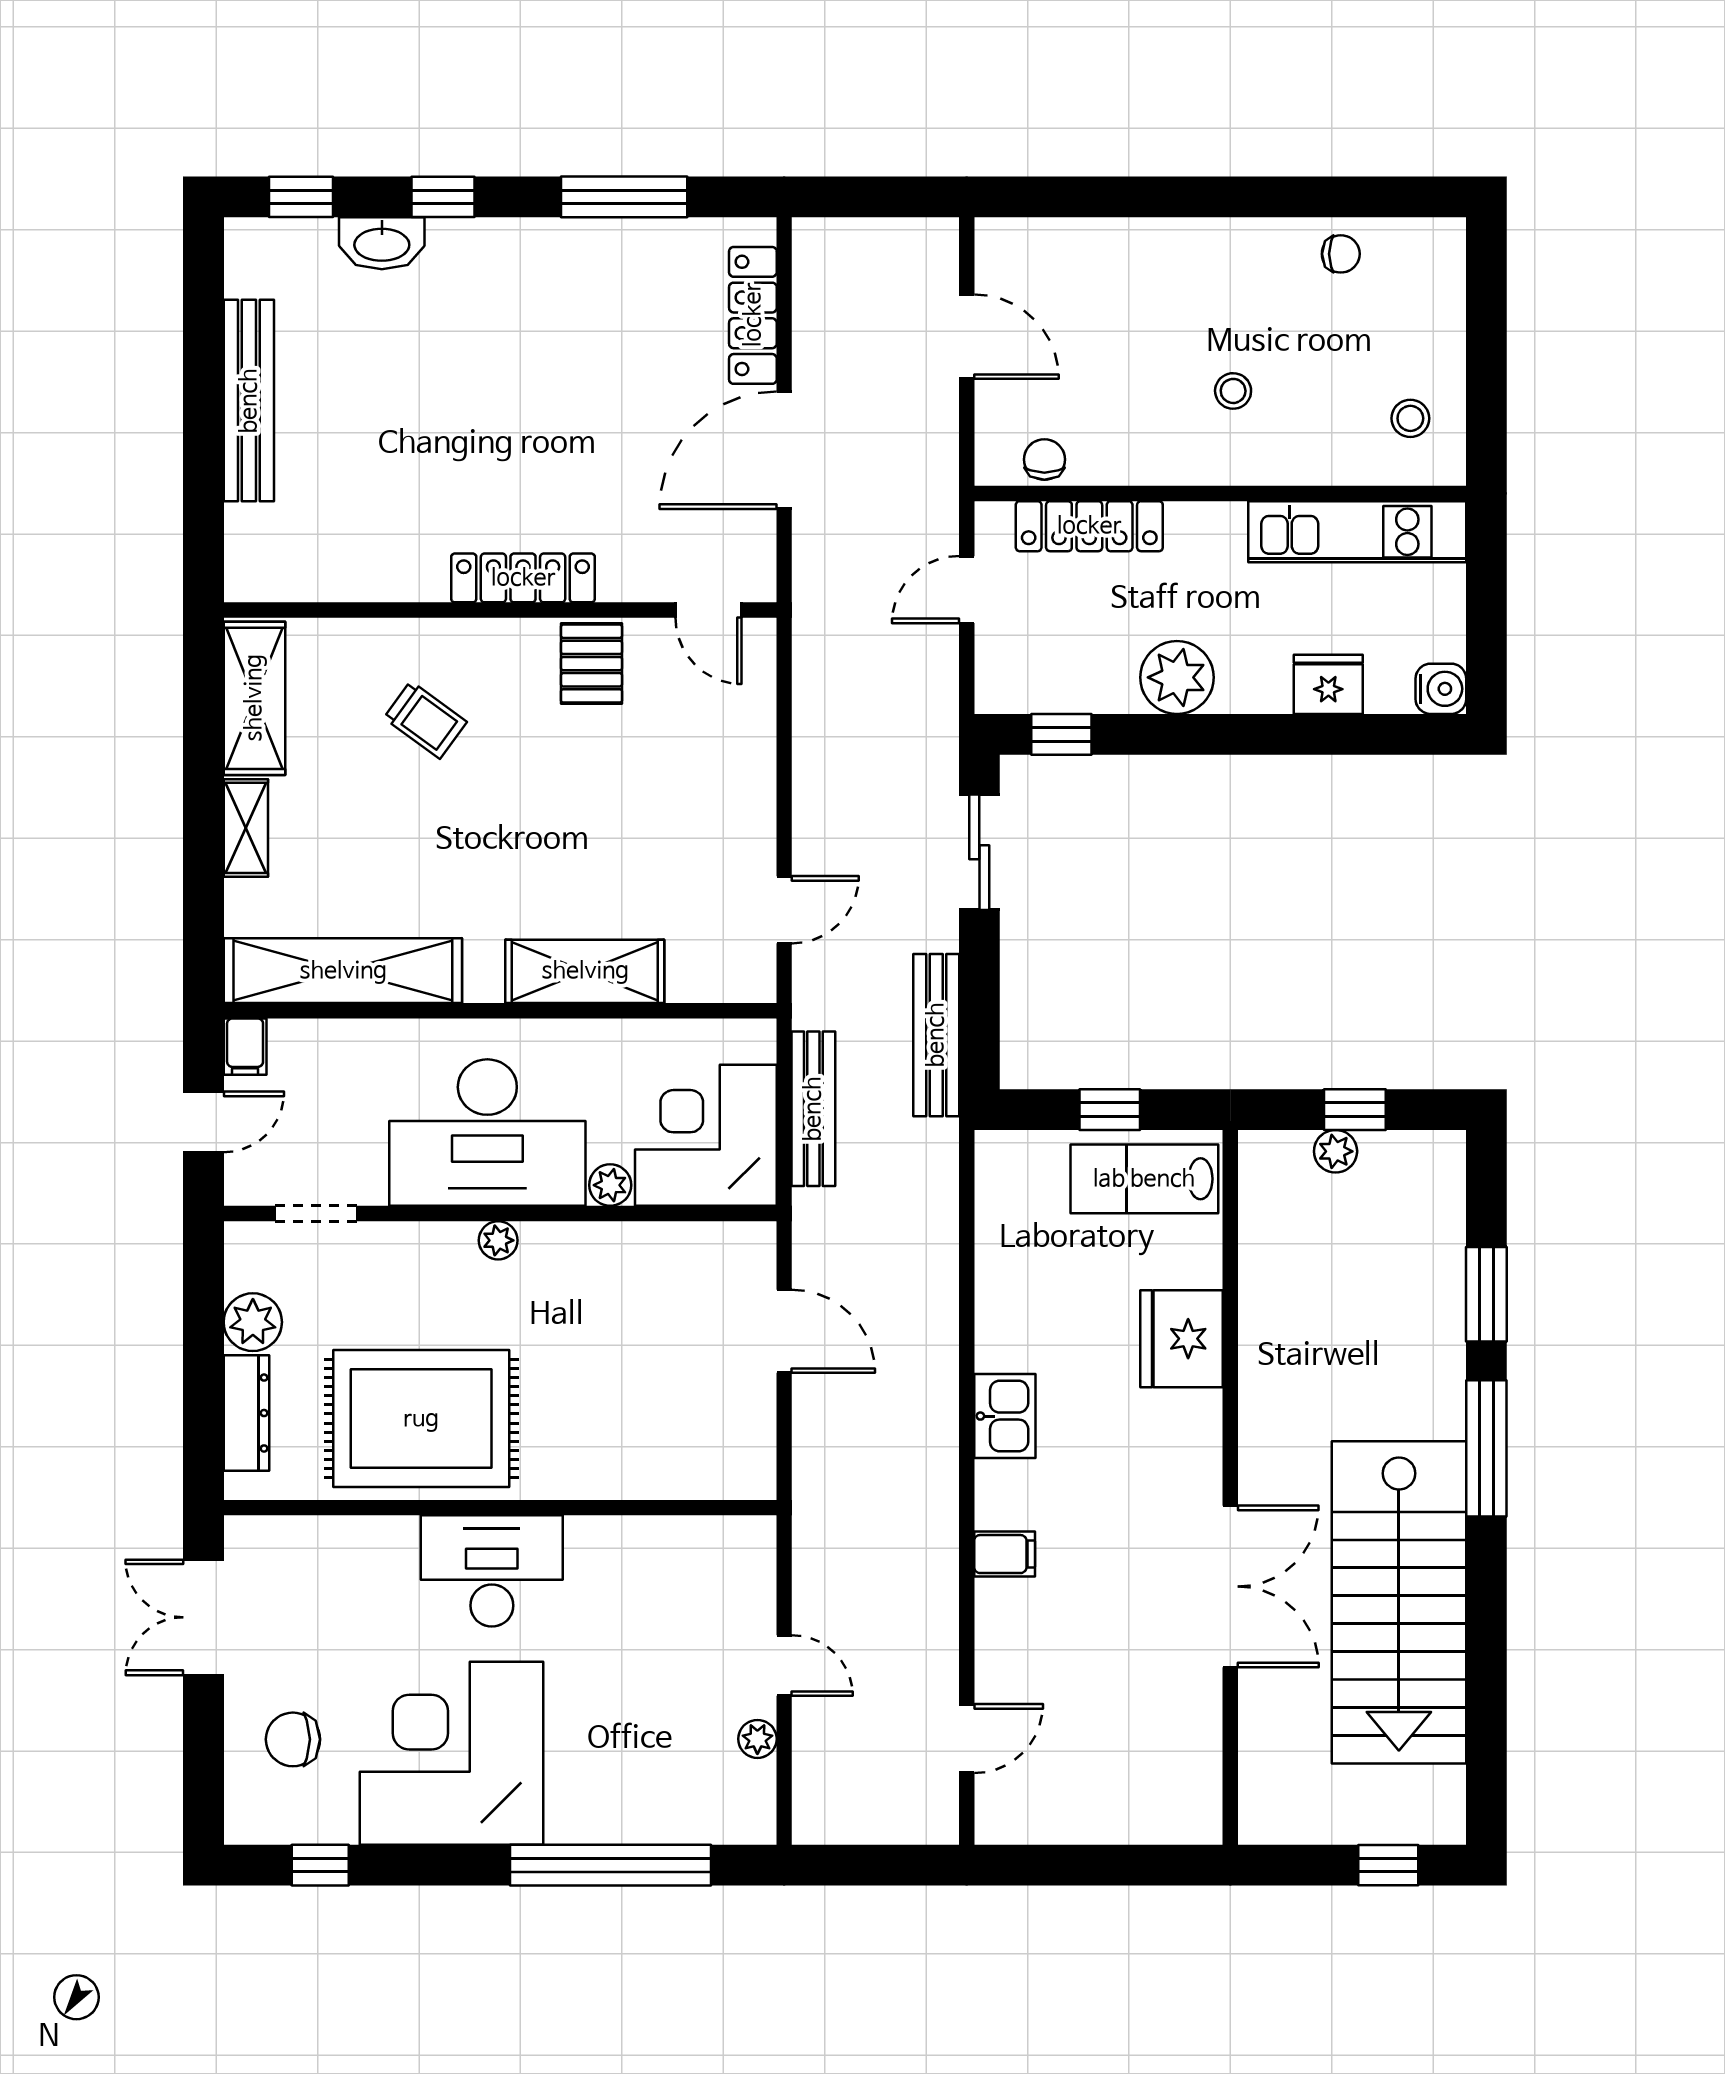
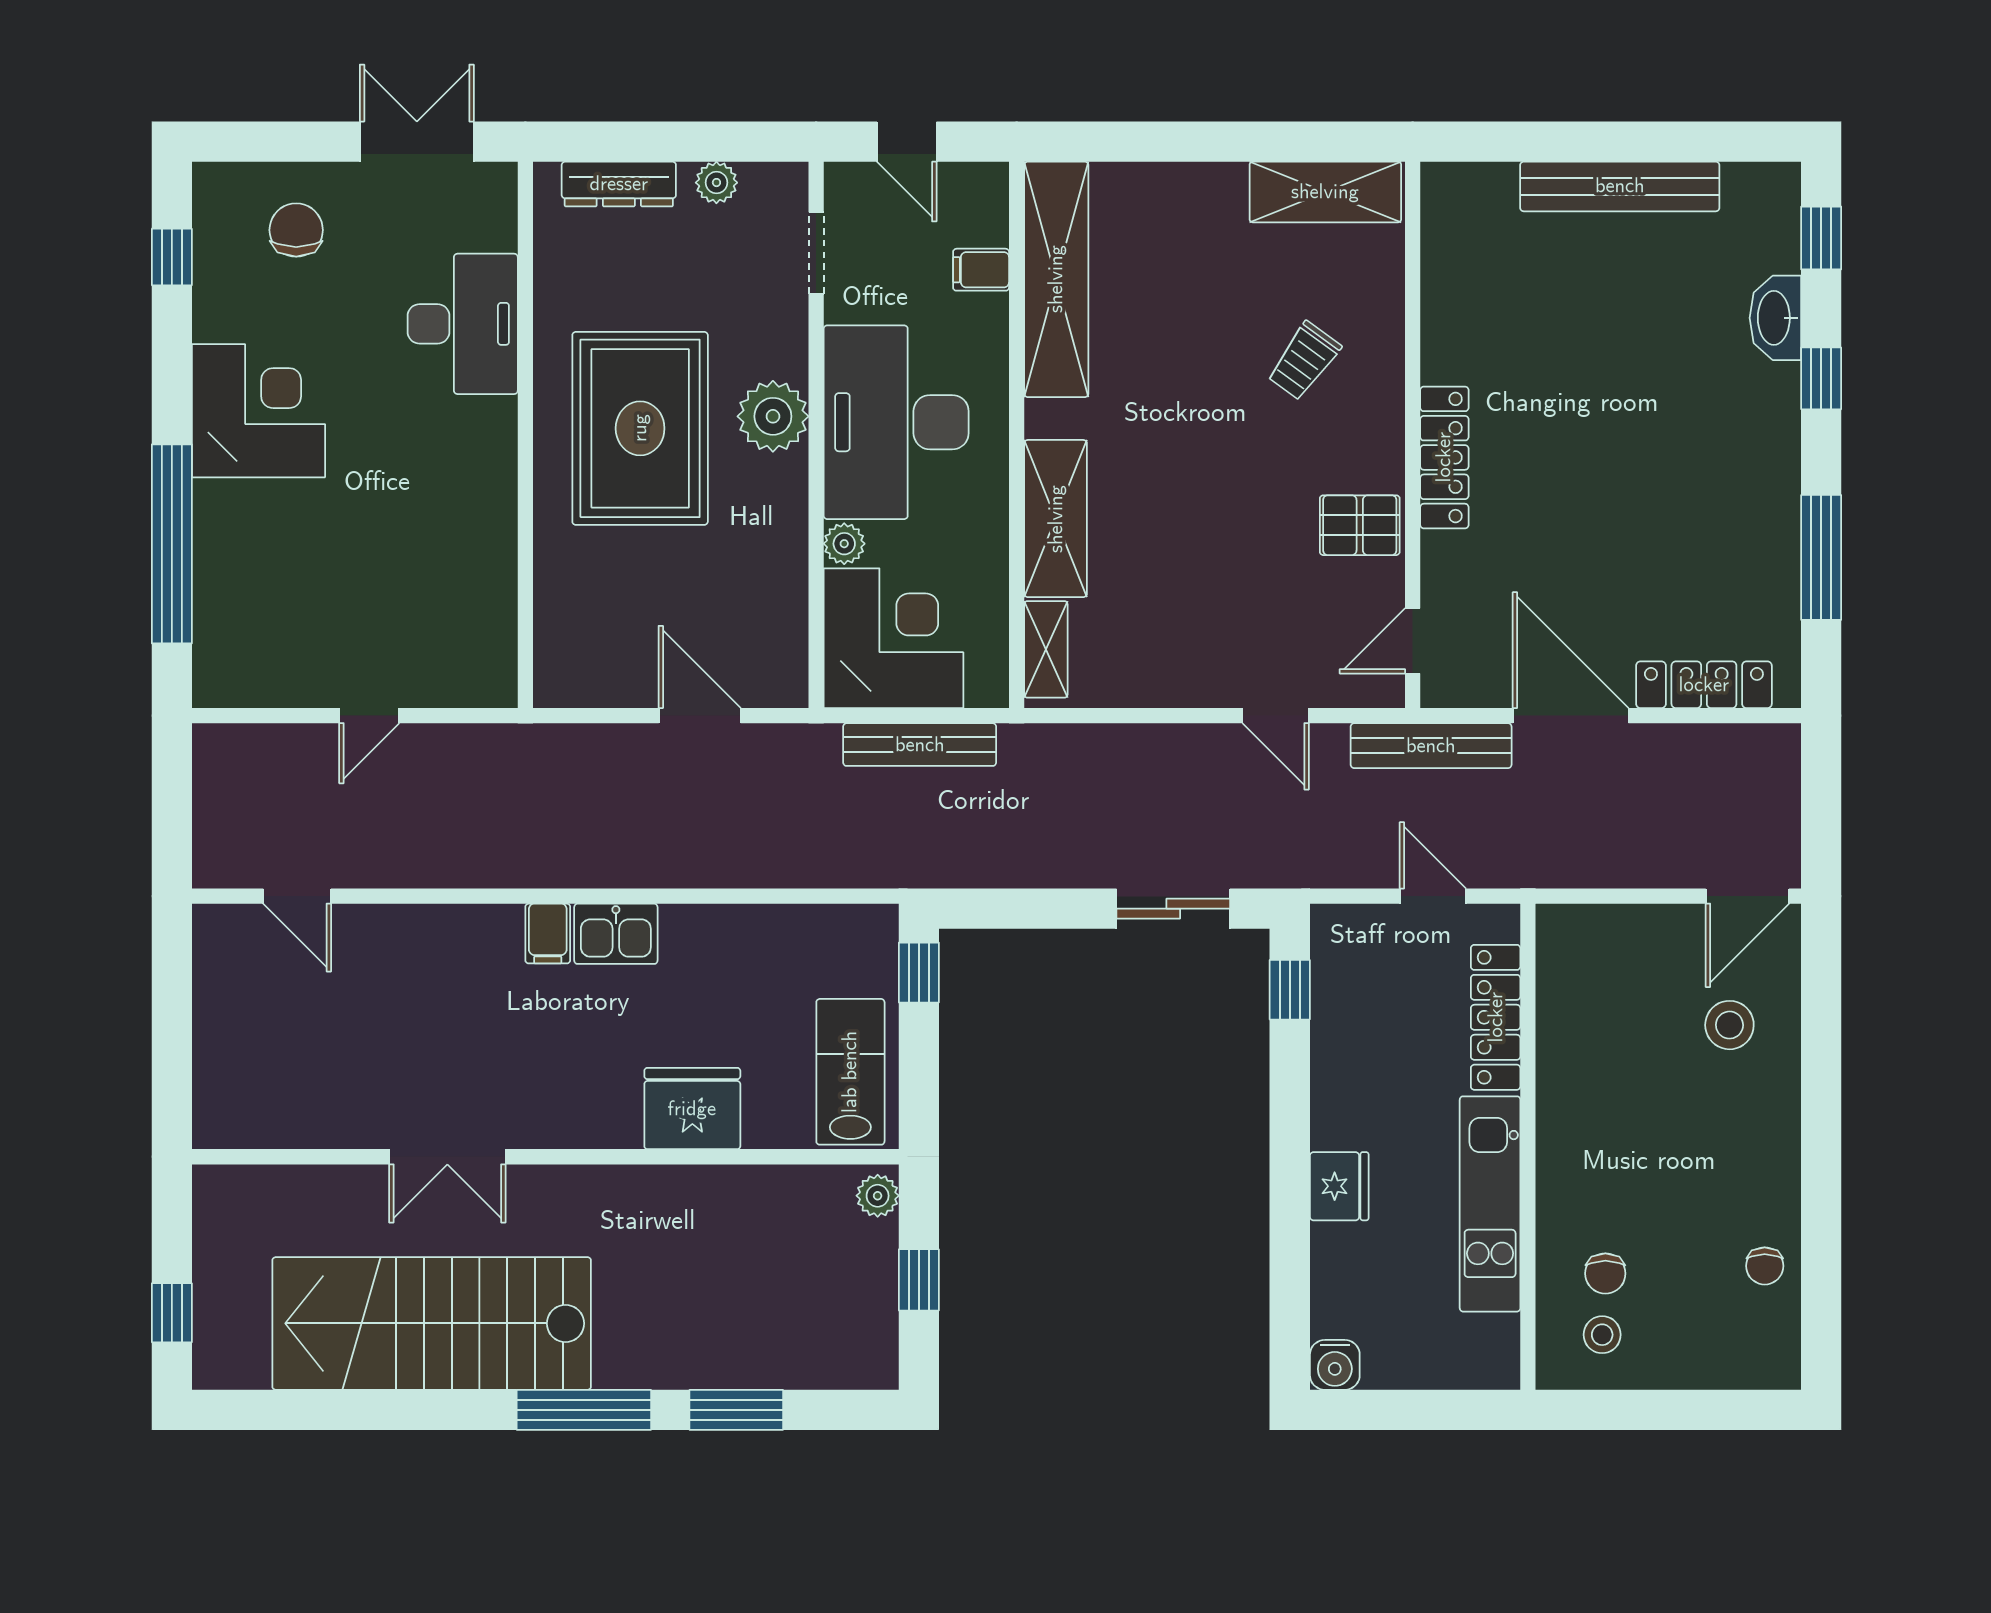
door: (967, 337) -> (1747, 896), moved
stool: (1233, 391) -> (1729, 1025), moved, width x1.37, depth x1.37
chair: (1044, 459) -> (1605, 1273), moved, turned 90
kitchen unit: (1357, 532) -> (1490, 1204), moved
plant: (1177, 677) -> (1346, 1104), removed
fridge: (1328, 684) -> (1339, 1186), moved
shelving: (246, 828) -> (1046, 649), moved, turned 90
door: (784, 910) -> (1276, 716), moved
bench: (936, 1035) -> (1431, 746), moved
filing cabinet: (245, 1047) -> (981, 270), moved
window: (1110, 1110) -> (919, 973), moved
plant: (1336, 1151) -> (878, 1196), moved
plant: (498, 1240) -> (773, 416), width x1.88, depth x1.88
plant: (253, 1322) -> (716, 183), width x0.73, depth x0.73
door: (784, 1331) -> (700, 716), swing flipped
rug: (421, 1419) -> (640, 428), moved
filing cabinet: (1005, 1554) -> (548, 934), moved
desk: (492, 1571) -> (463, 324), moved
double door: (1230, 1586) -> (447, 1157), width x0.73
plant: (757, 1739) -> (297, 689), removed
corner desk: (451, 1753) -> (258, 411), width x0.74, depth x0.74

